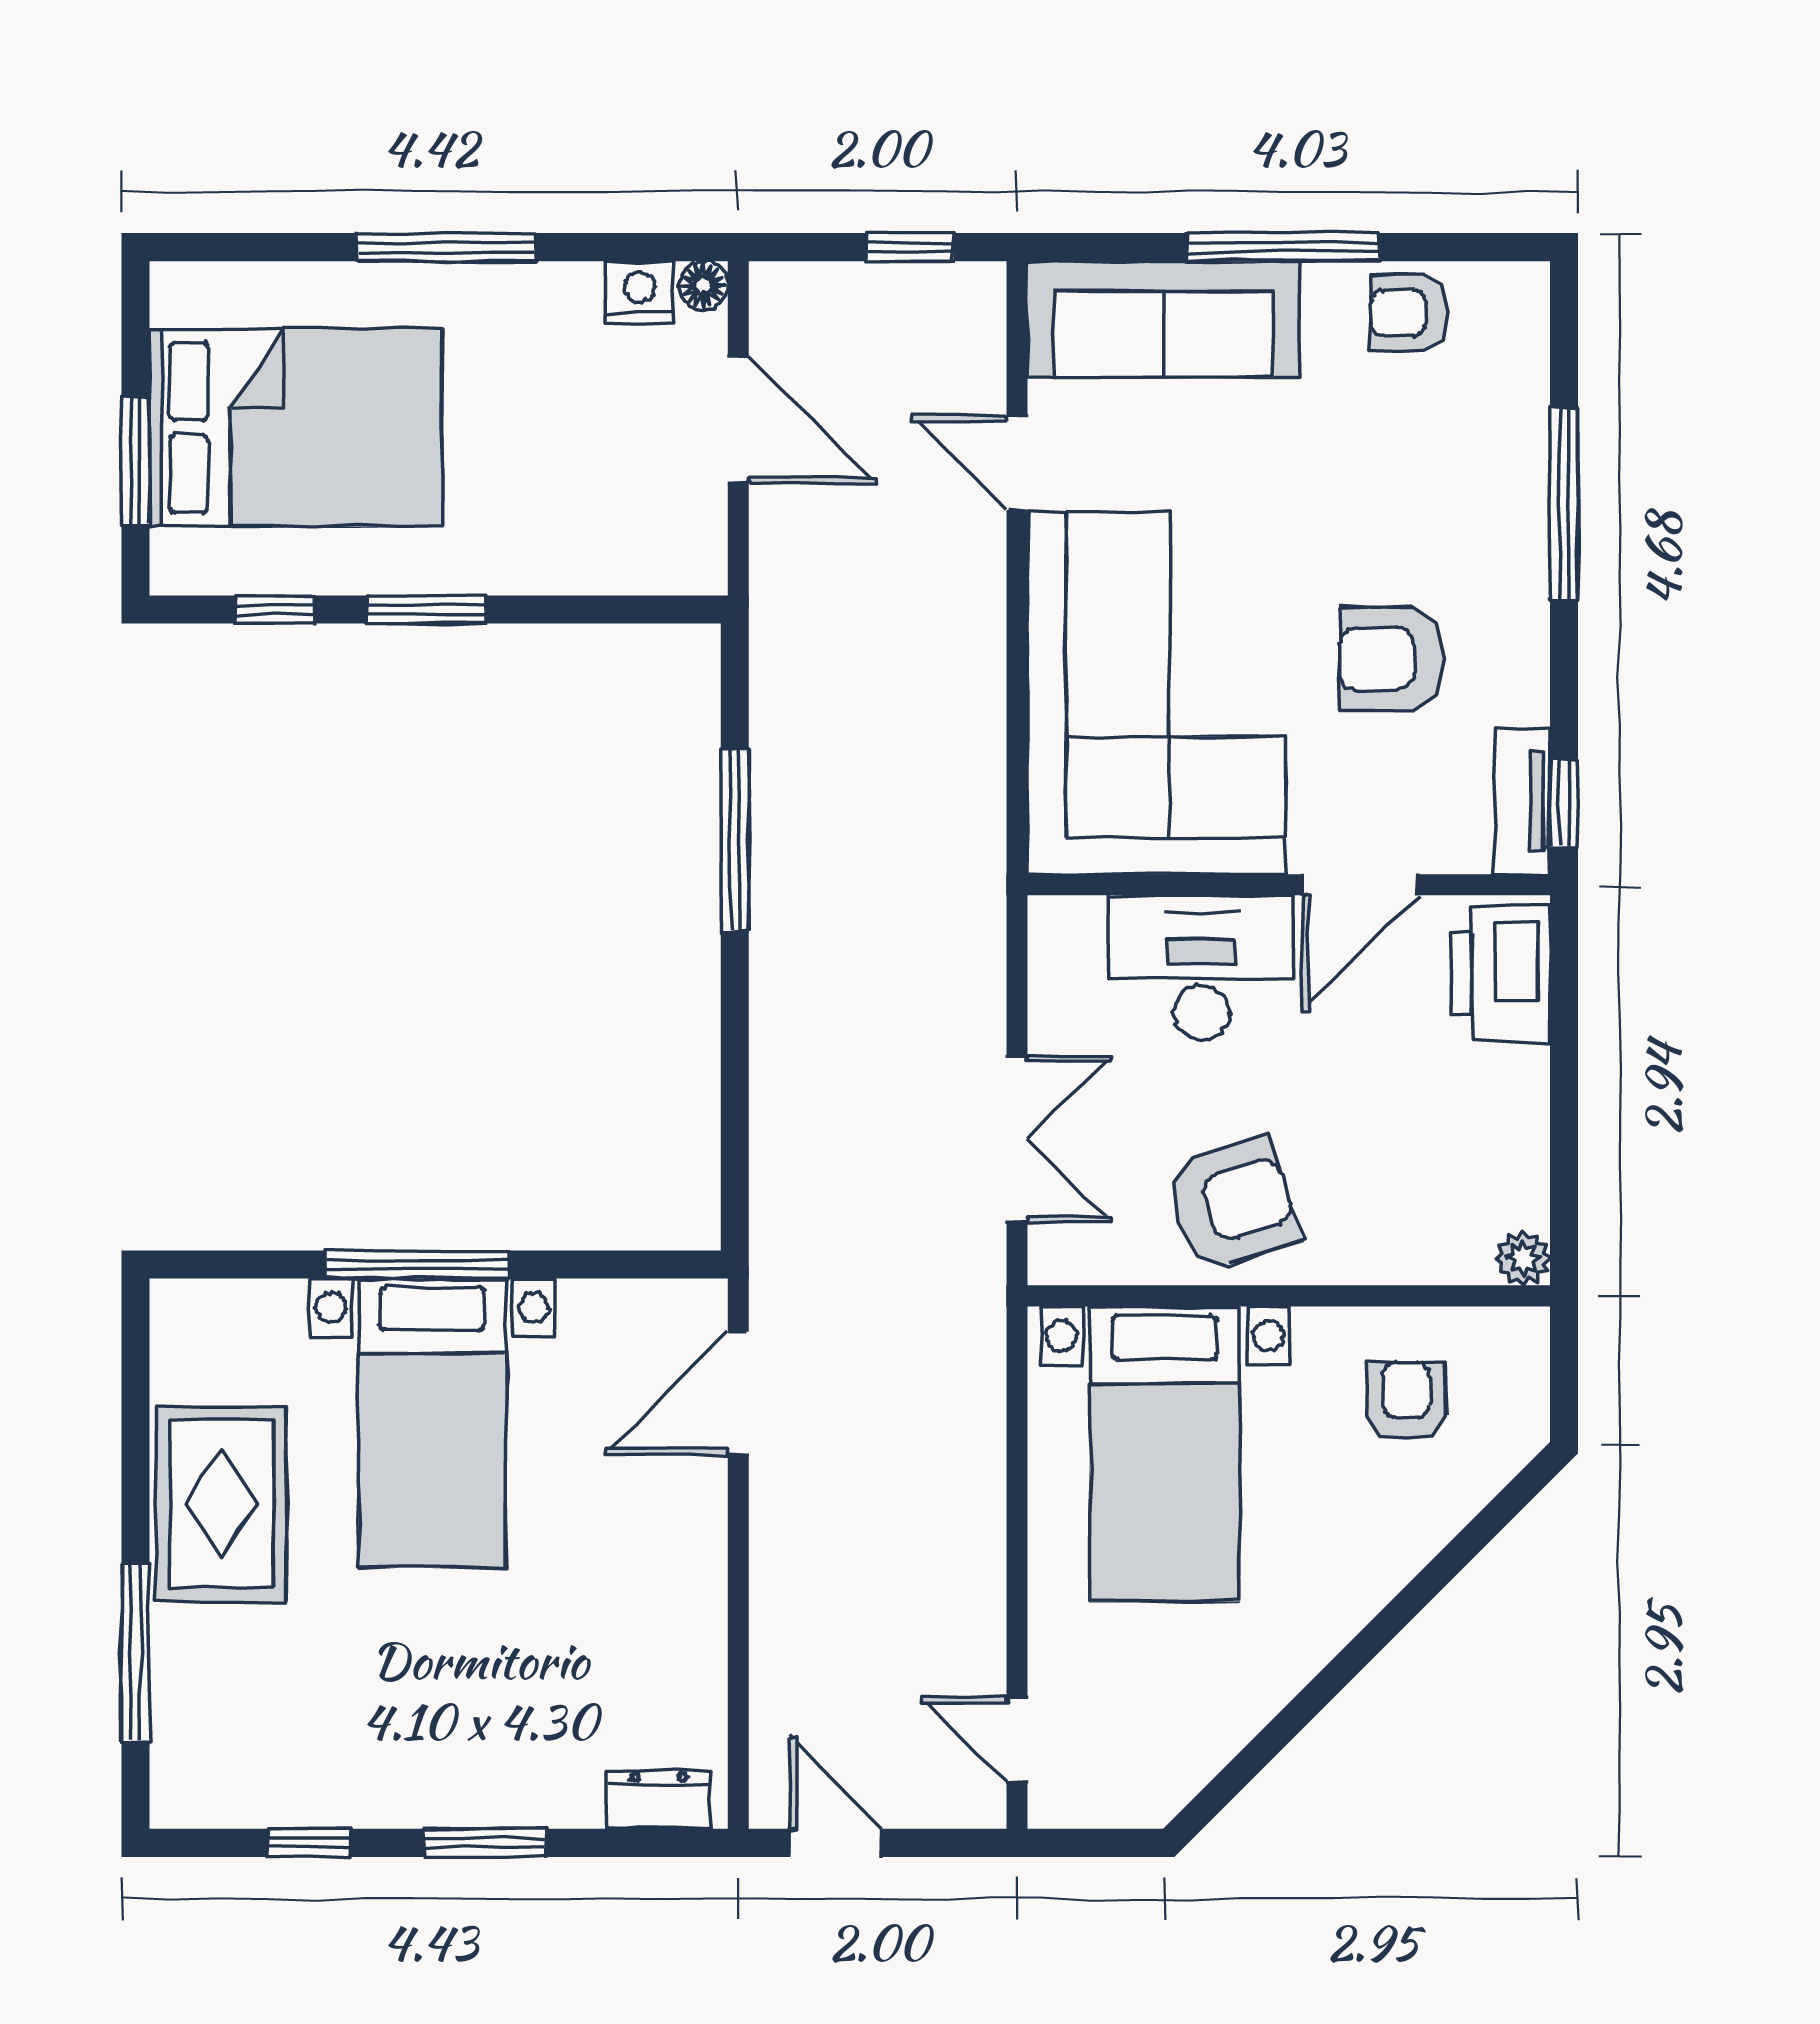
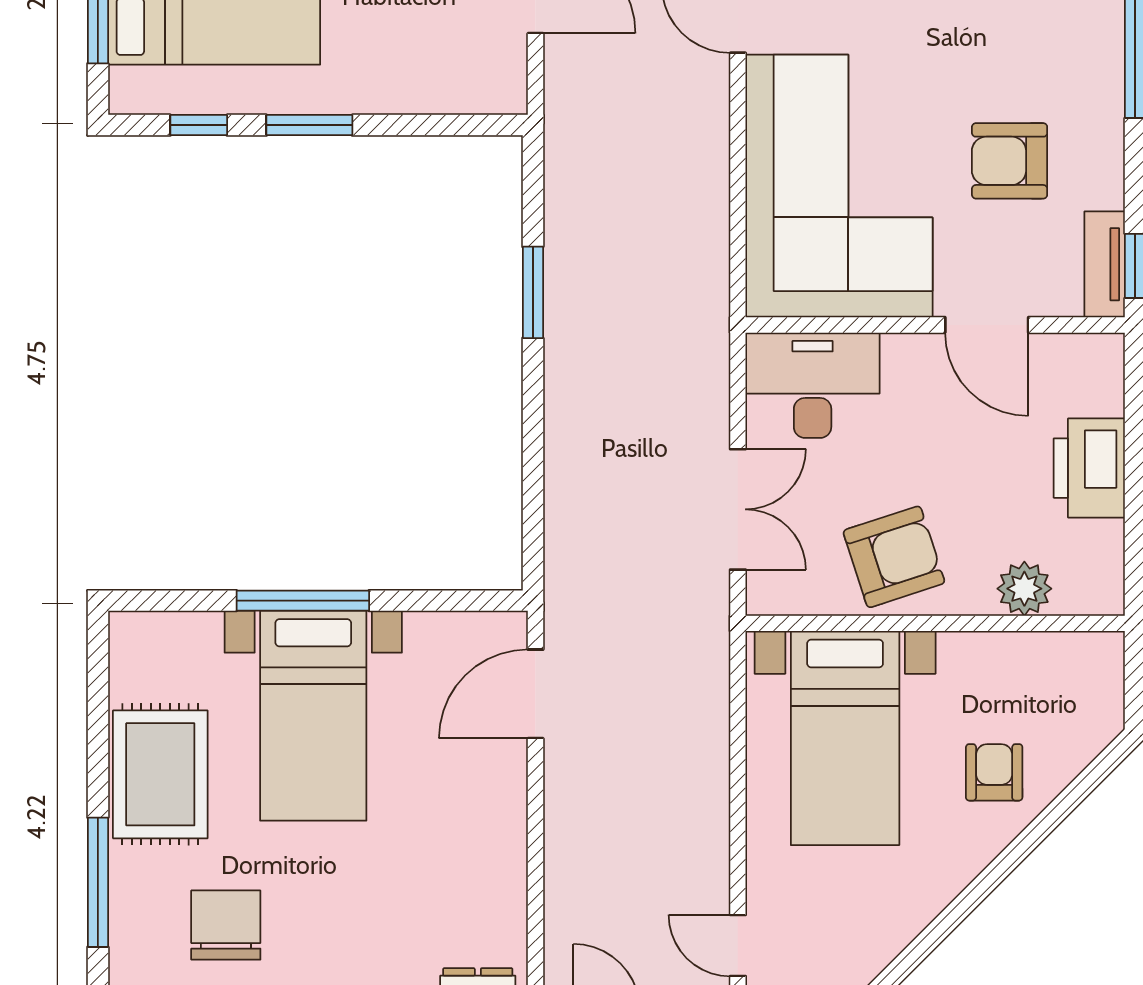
window: (735, 840) -> (533, 292), width x0.69
door: (1360, 885) -> (987, 325), hinge flipped
desk: (1202, 968) -> (813, 385), moved
printer: (1501, 973) -> (1089, 468), moved
plant: (1523, 1258) -> (1024, 589), moved, width x1.38, depth x1.38
armchair: (1406, 1401) -> (994, 772), moved
chair: (312, 1711) -> (226, 925), added

